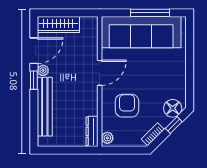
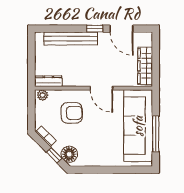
wardrobe: (58, 24) -> (145, 66), moved
plant: (43, 70) -> (104, 37), removed

